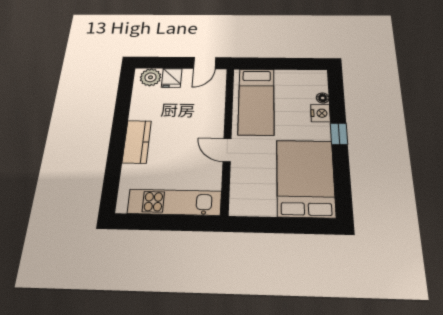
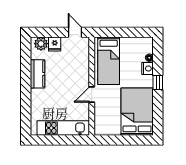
door: (205, 63) -> (75, 32), swing flipped
kitchen counter: (137, 142) -> (38, 74), moved
door: (227, 150) -> (92, 95), hinge flipped

